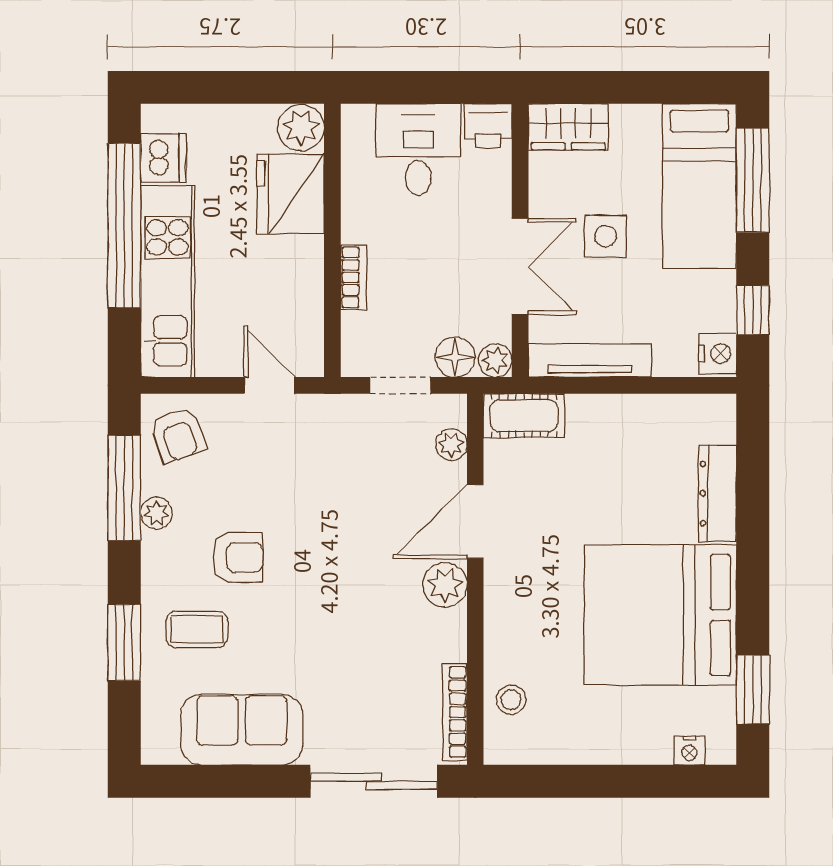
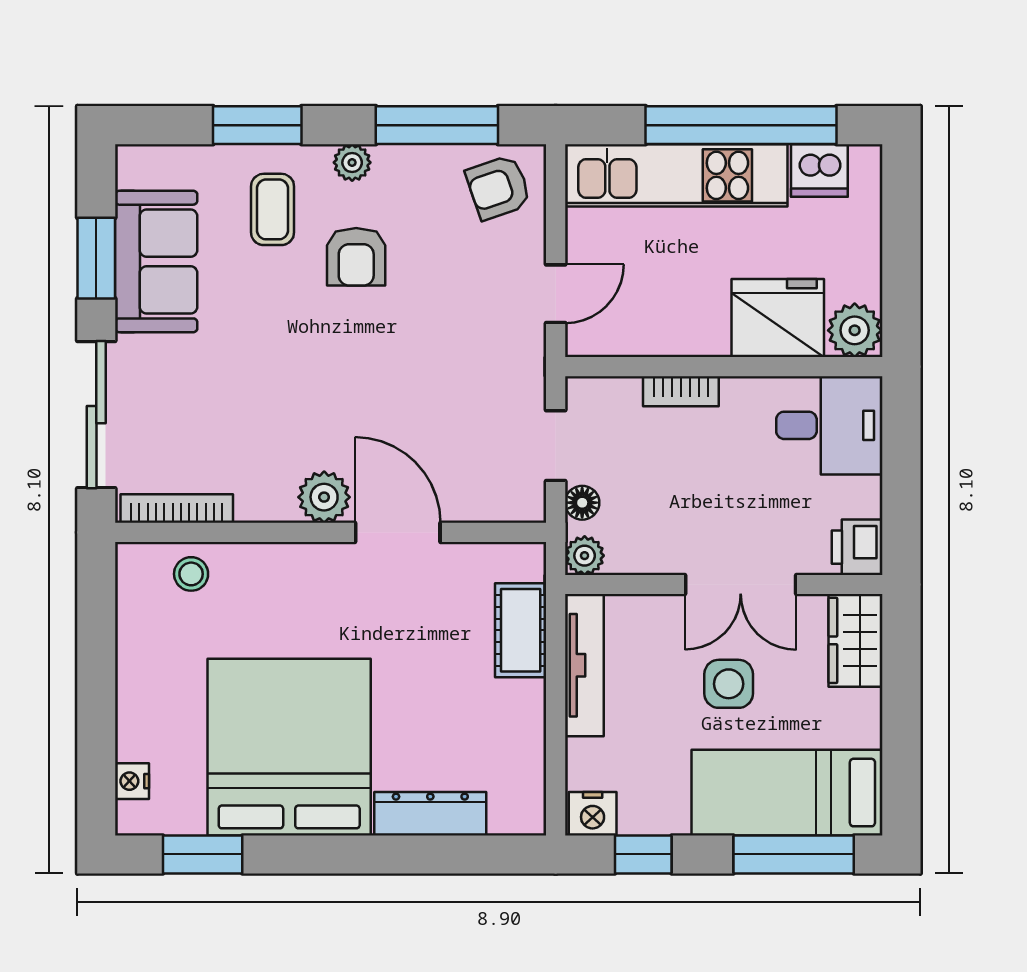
desk: (418, 149) -> (829, 425), moved
double door: (520, 266) -> (741, 585), moved
floor lamp: (455, 357) -> (582, 503), width x0.73, depth x0.73
cot: (524, 416) -> (521, 630), moved
plant: (451, 445) -> (487, 505), removed
plant: (156, 513) -> (352, 163), moved
window: (239, 781) -> (96, 258), added

